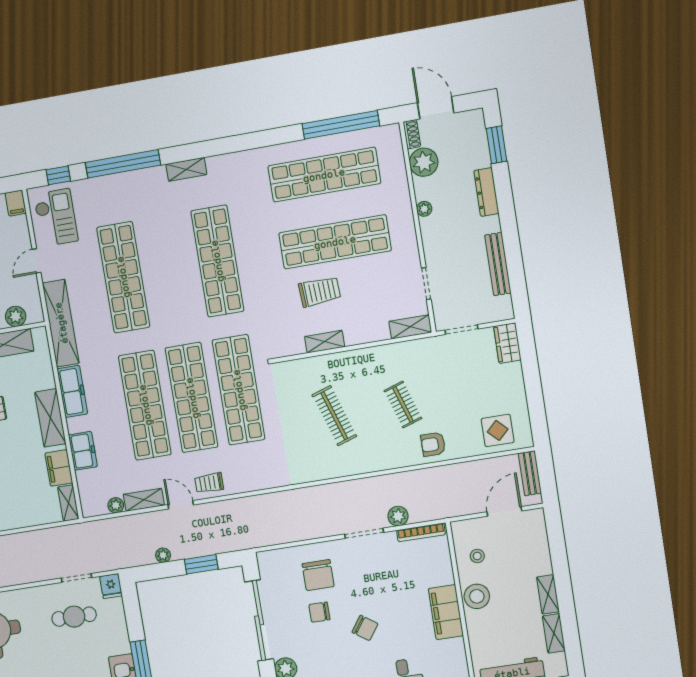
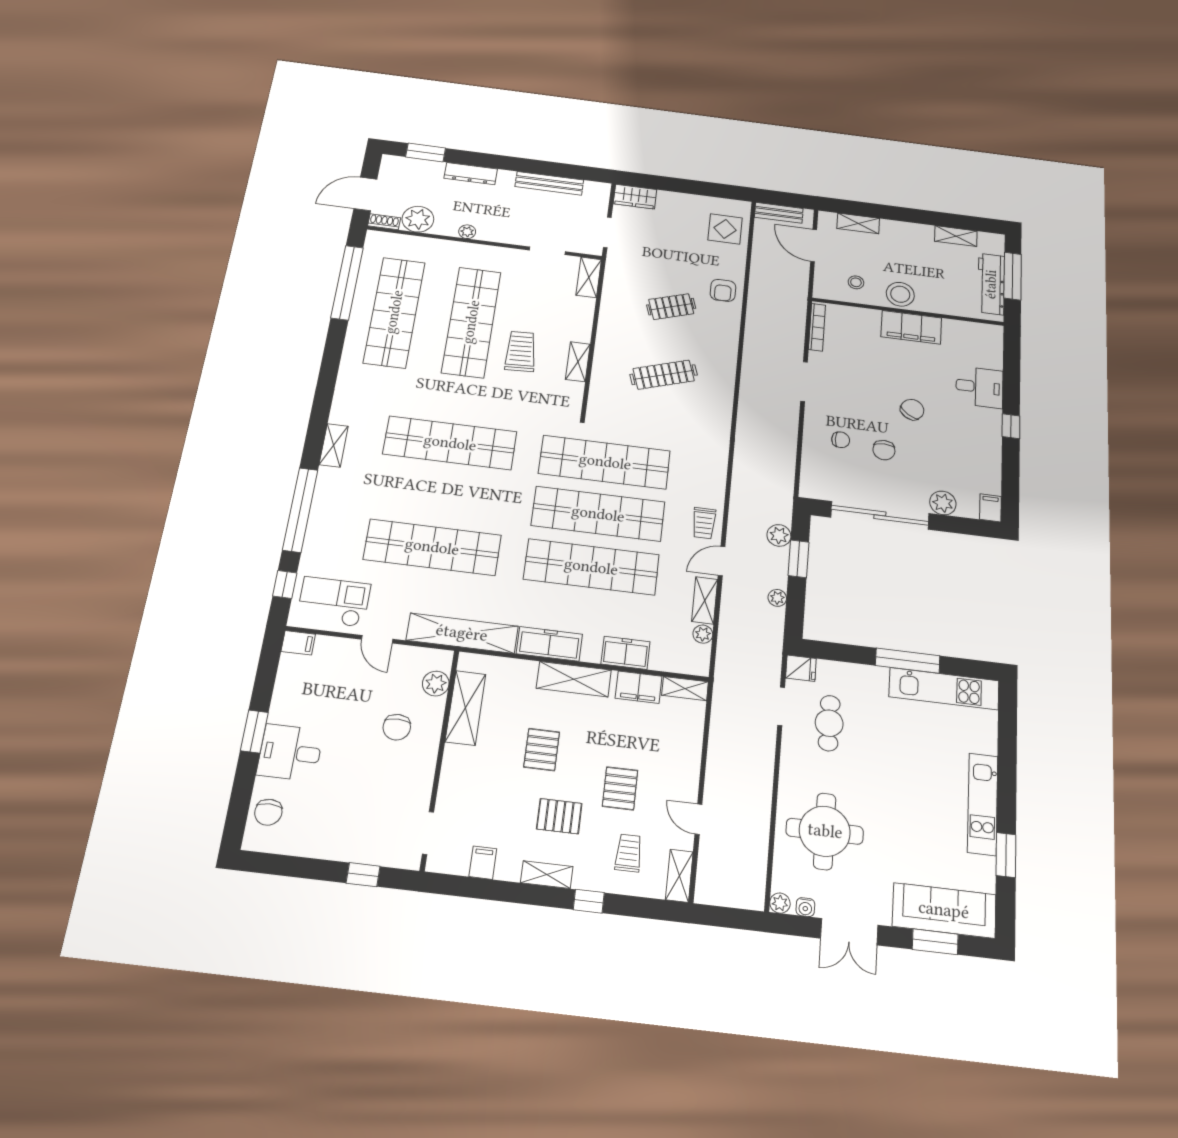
plant: (398, 516) -> (779, 535), moved
chair: (318, 575) -> (841, 440), width x0.54, depth x0.54
shelving: (548, 594) -> (858, 223), moved

